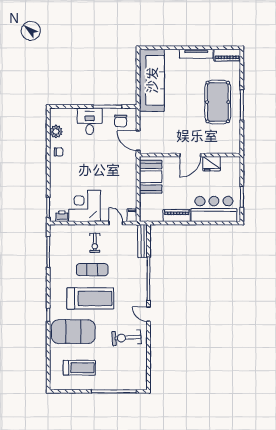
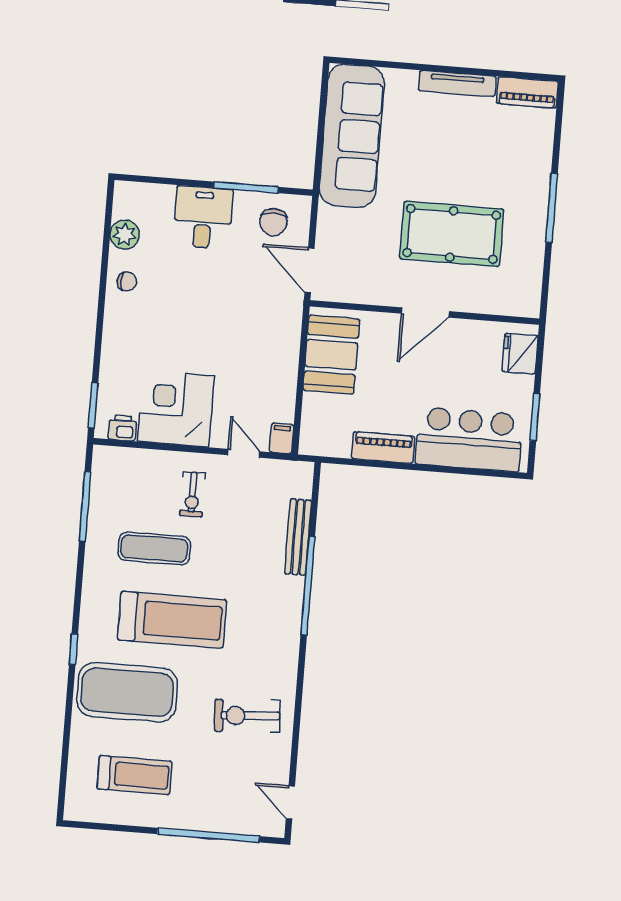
pool table: (218, 102) -> (452, 234), moved, turned 90
fridge: (212, 164) -> (520, 354), moved, turned 90
bench: (142, 241) -> (298, 537), moved
exercise mat: (92, 270) -> (154, 548), moved
door: (148, 314) -> (290, 802), moved

